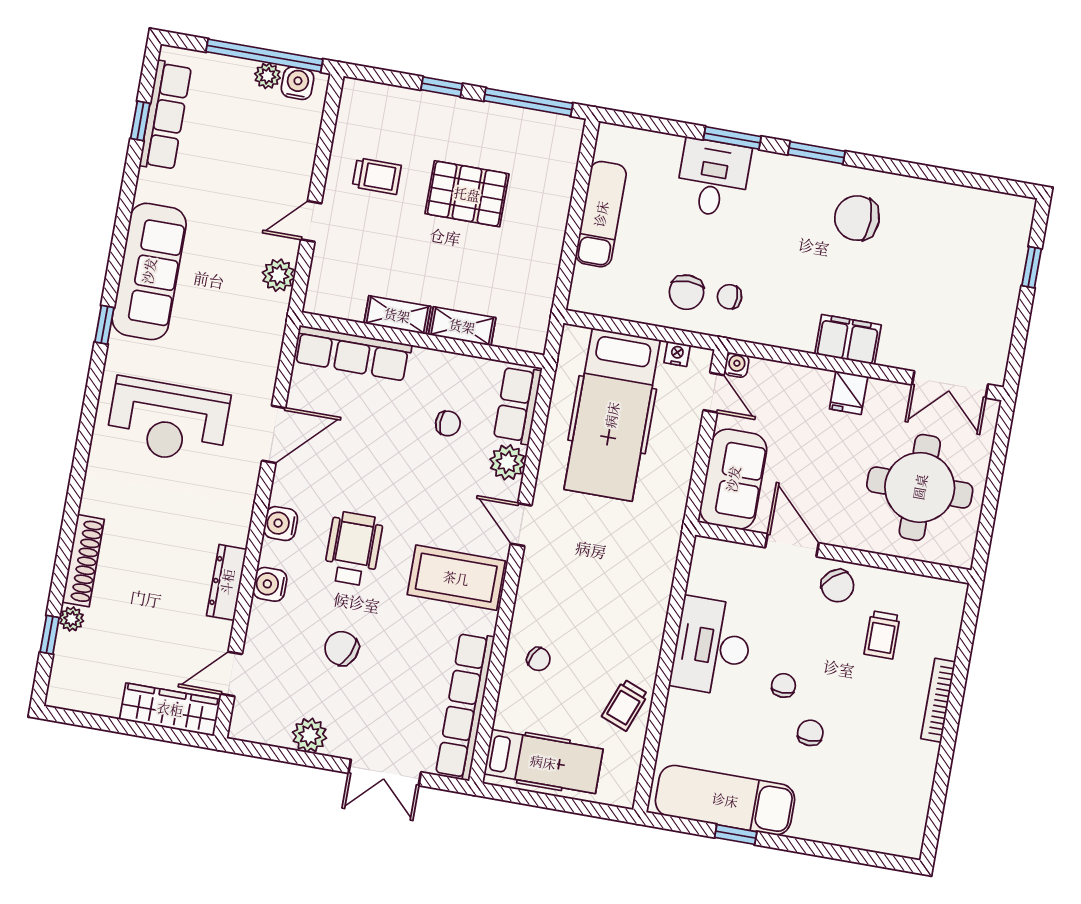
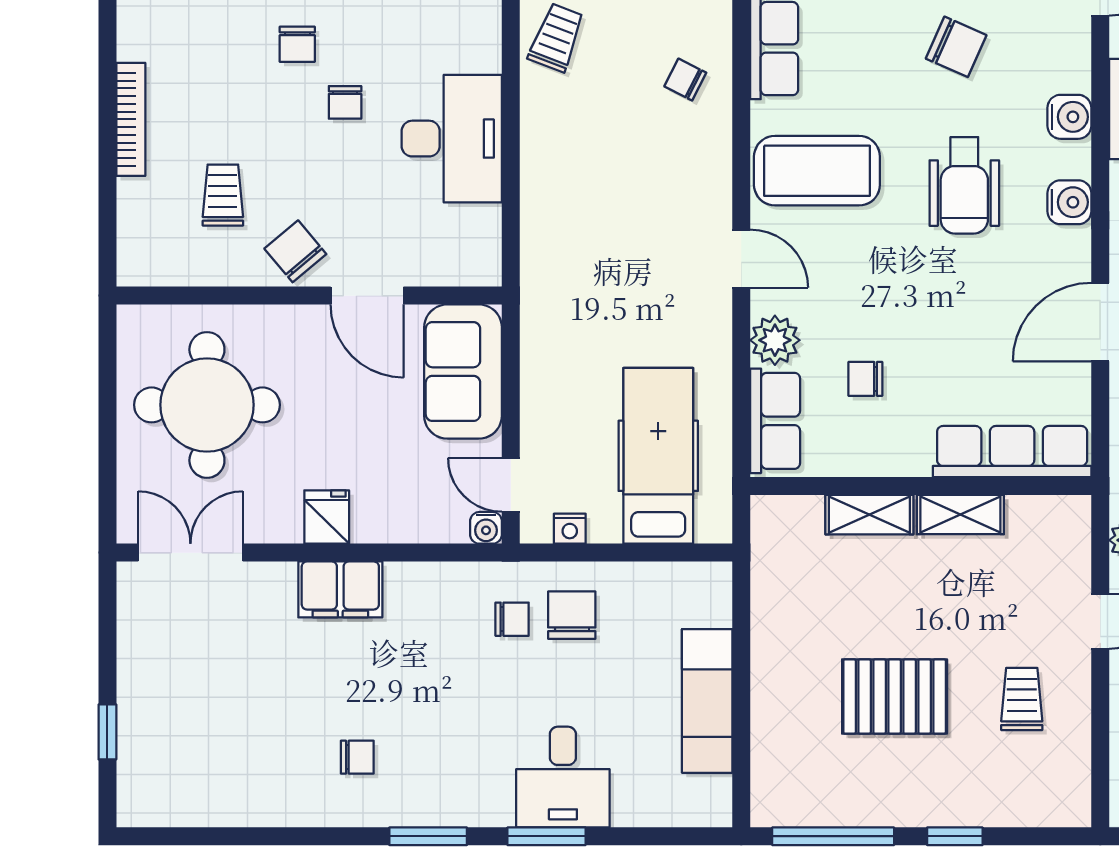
trolley: (377, 176) -> (1022, 699), turned 90
chair: (857, 218) -> (357, 757), width x0.54, depth x0.54
hospital bed: (612, 415) -> (658, 456), width x0.73, depth x0.78

